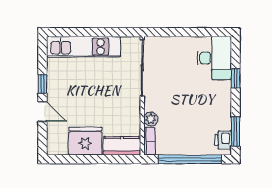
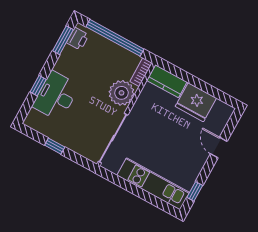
window: (191, 32) -> (55, 146), added
desk: (214, 58) -> (56, 96), moved
window: (42, 84) -> (195, 191), moved
plant: (151, 119) -> (121, 93), width x1.87, depth x1.87

